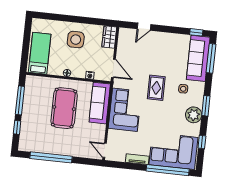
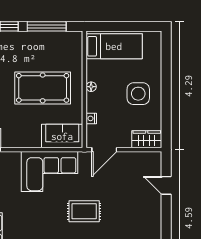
sofa: (100, 103) -> (62, 136), width x0.73

